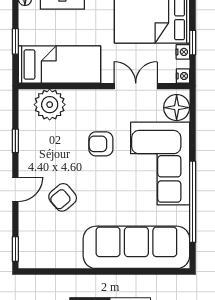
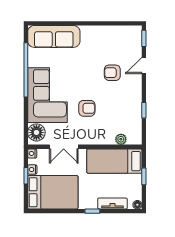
plant: (50, 105) -> (121, 139), width x0.53, depth x0.53
door: (15, 189) -> (144, 65), moved
armchair: (63, 197) -> (112, 73), turned -140
sofa: (136, 247) -> (54, 36), width x0.74, depth x0.79

